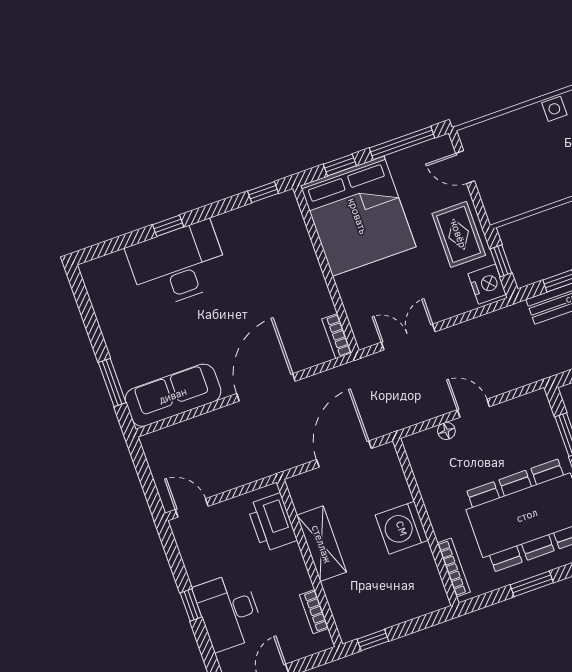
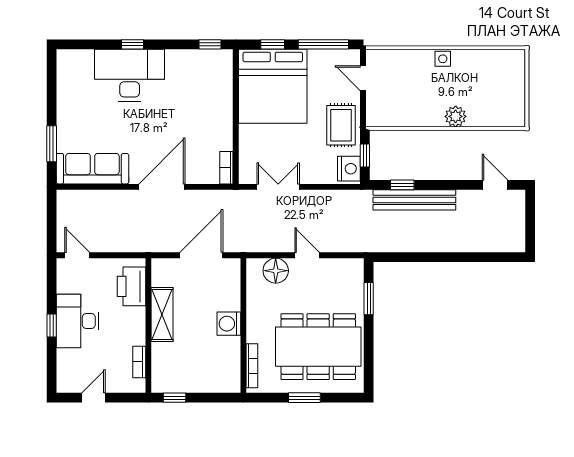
floor lamp: (446, 431) -> (276, 271), width x1.89, depth x1.89
washing machine: (402, 528) -> (229, 324), width x0.73, depth x0.73
desk: (229, 611) -> (77, 321), moved

